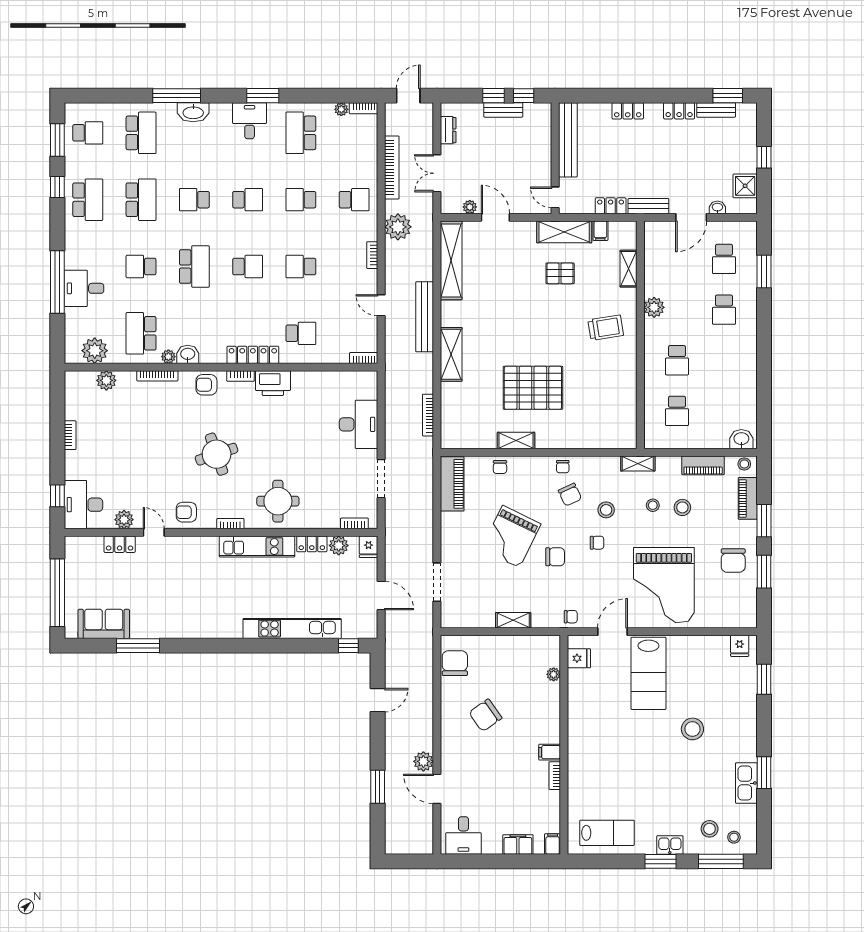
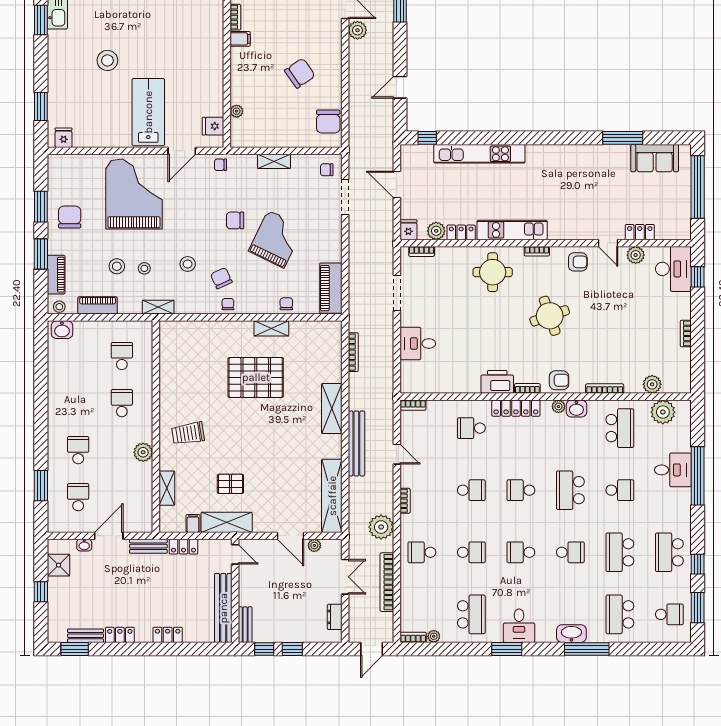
bench: (503, 110) -> (245, 625), moved, turned 90
school desk: (88, 133) -> (669, 614), turned 180
plant: (168, 357) -> (558, 406), moved
desk: (359, 424) -> (418, 343), width x0.73
chair: (597, 543) -> (327, 170), moved

